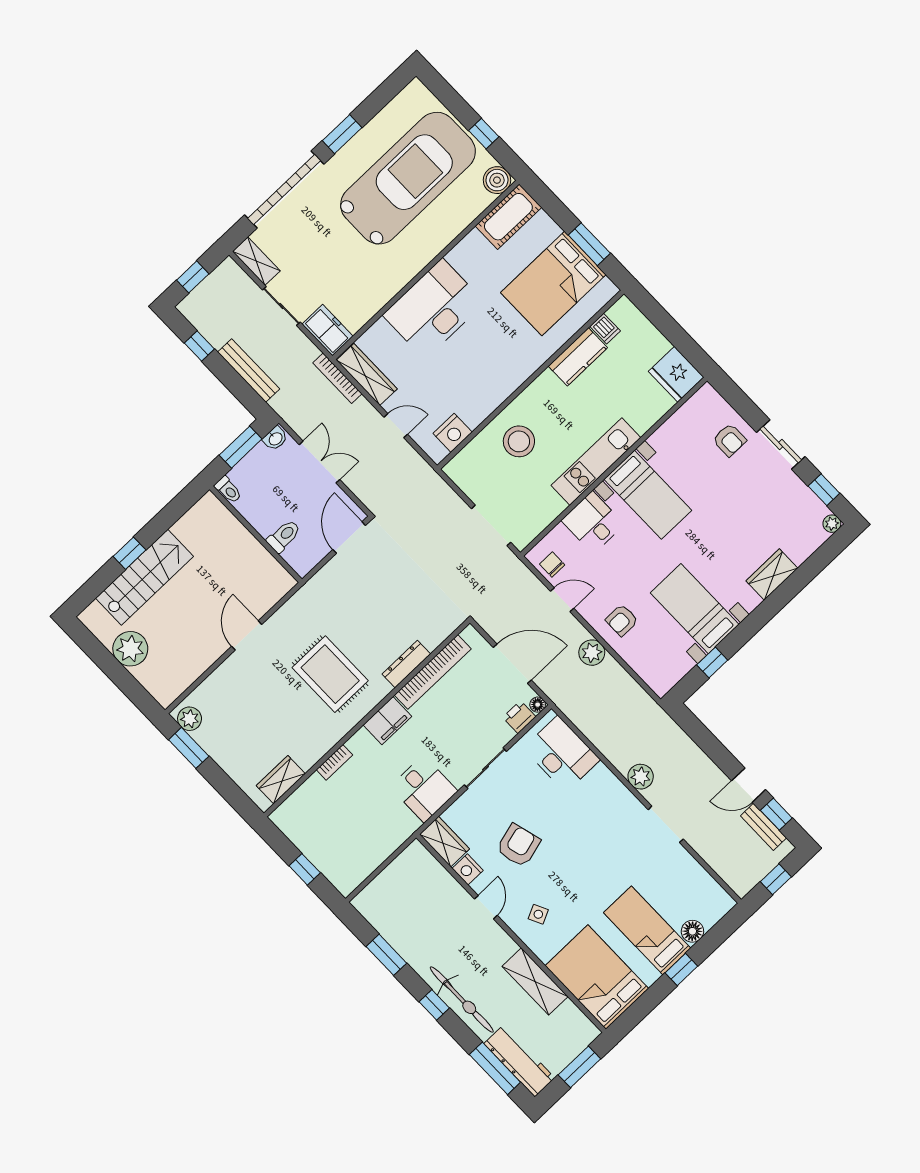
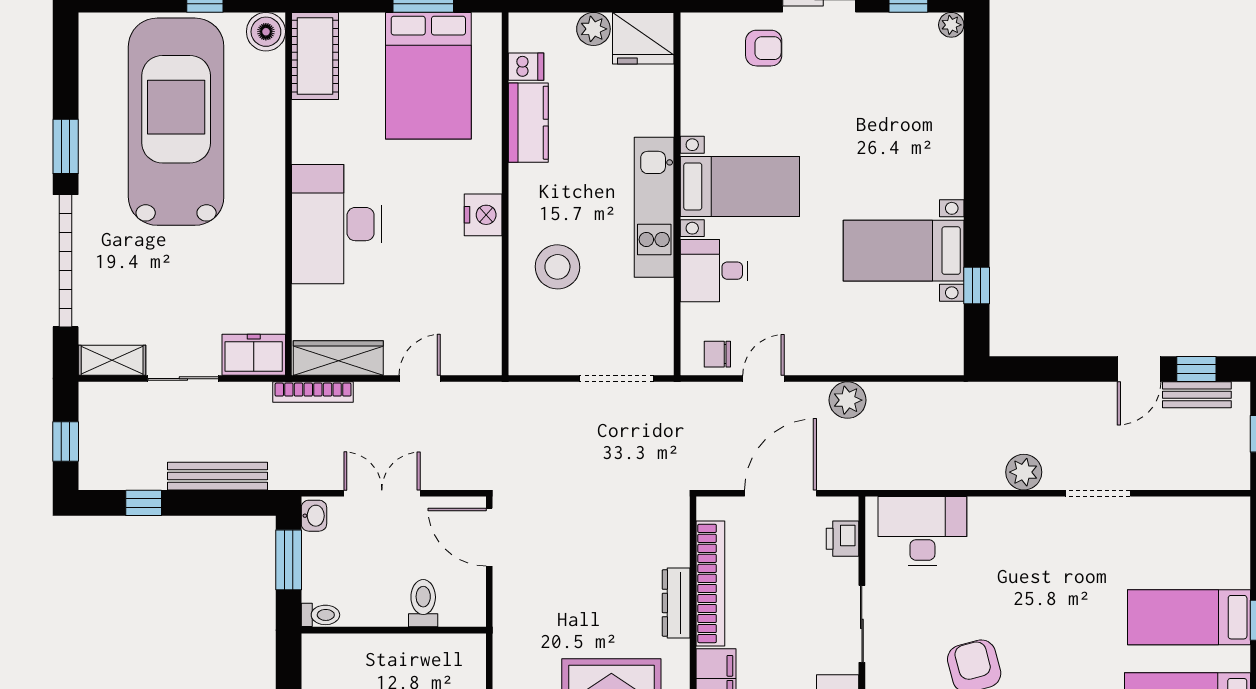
plant: (657, 345) -> (593, 29), added
nightstand: (453, 433) -> (483, 215), moved
wardrobe: (772, 575) -> (945, 137), removed
armchair: (622, 620) -> (844, 337), removed
floor lamp: (538, 705) -> (848, 507), removed
floor lamp: (692, 931) -> (1235, 571), removed

